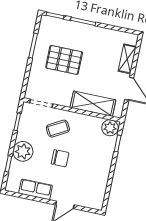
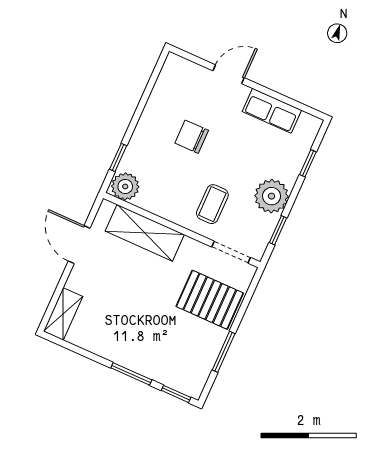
shelving: (127, 59) -> (63, 314), moved
pallet: (64, 60) -> (210, 300), moved
coffee table: (58, 129) -> (212, 204), turned -61
plant: (23, 151) -> (272, 196), moved
chair: (60, 158) -> (192, 137), moved

